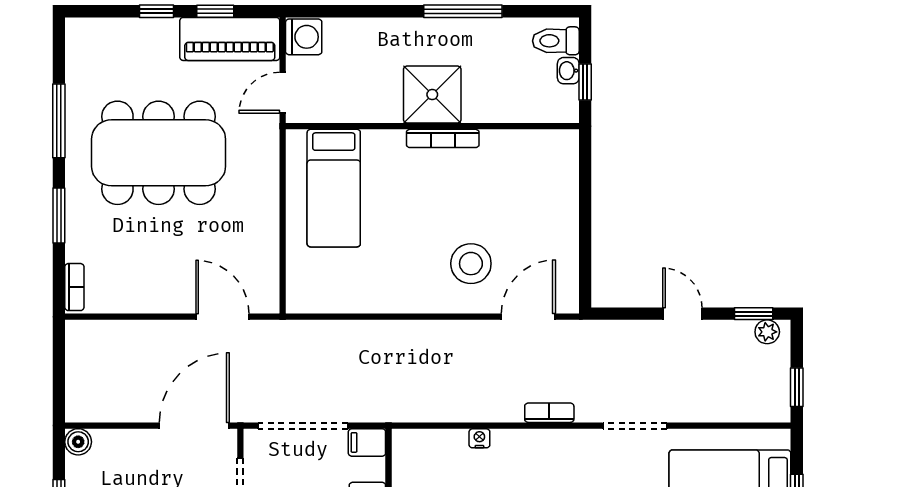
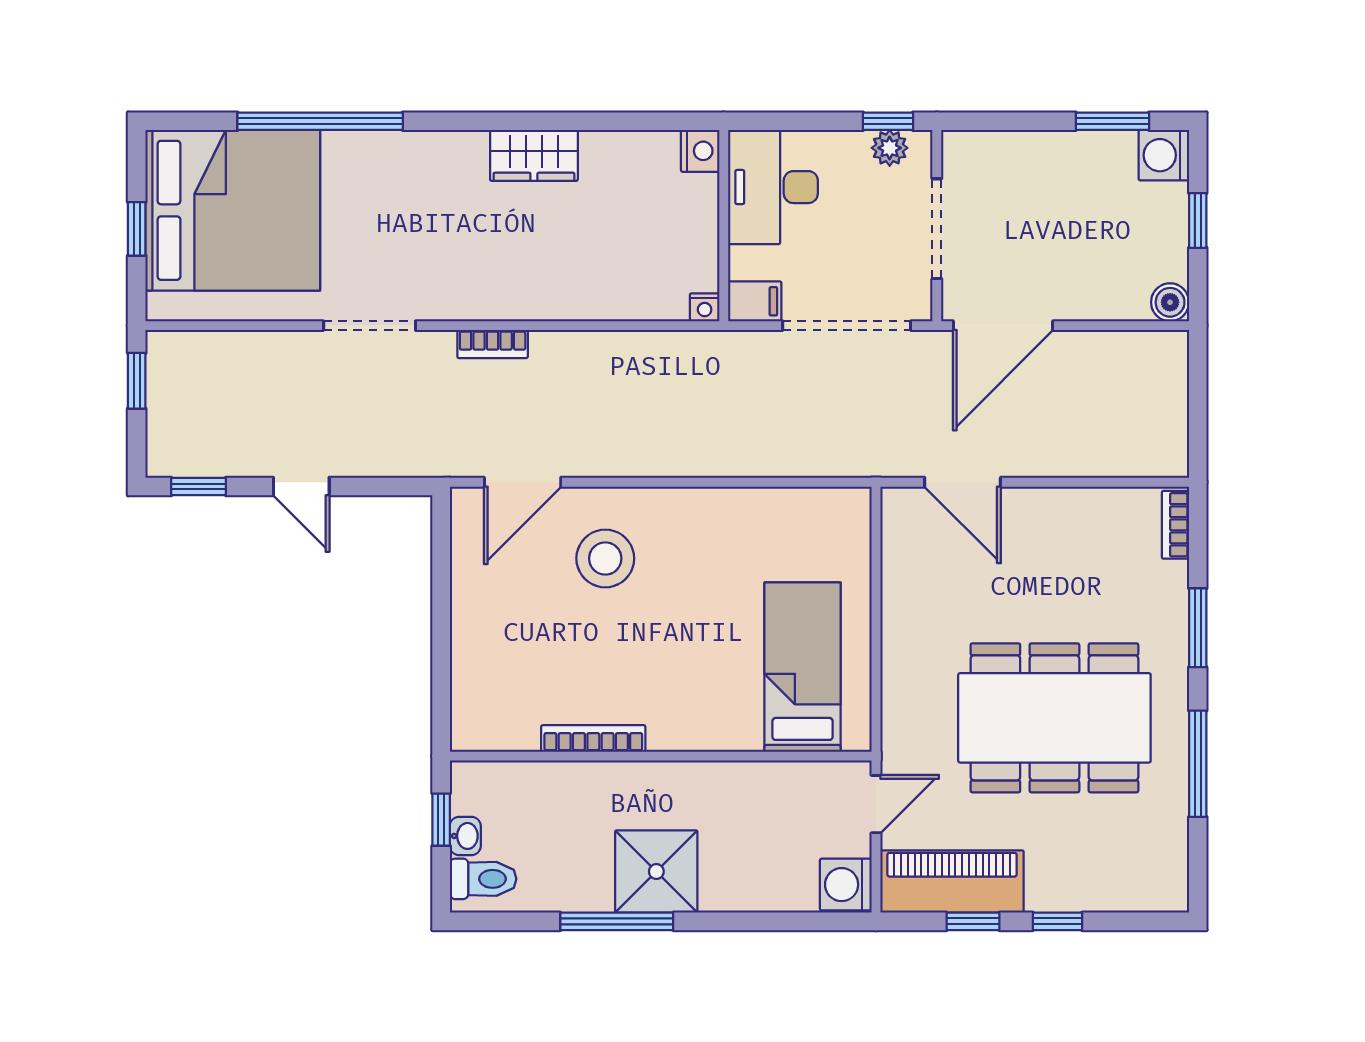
shower: (432, 95) -> (656, 872), moved
bookcase: (443, 138) -> (593, 738), moved
plant: (767, 332) -> (179, 460), removed
nightstand: (479, 438) -> (705, 307), moved

